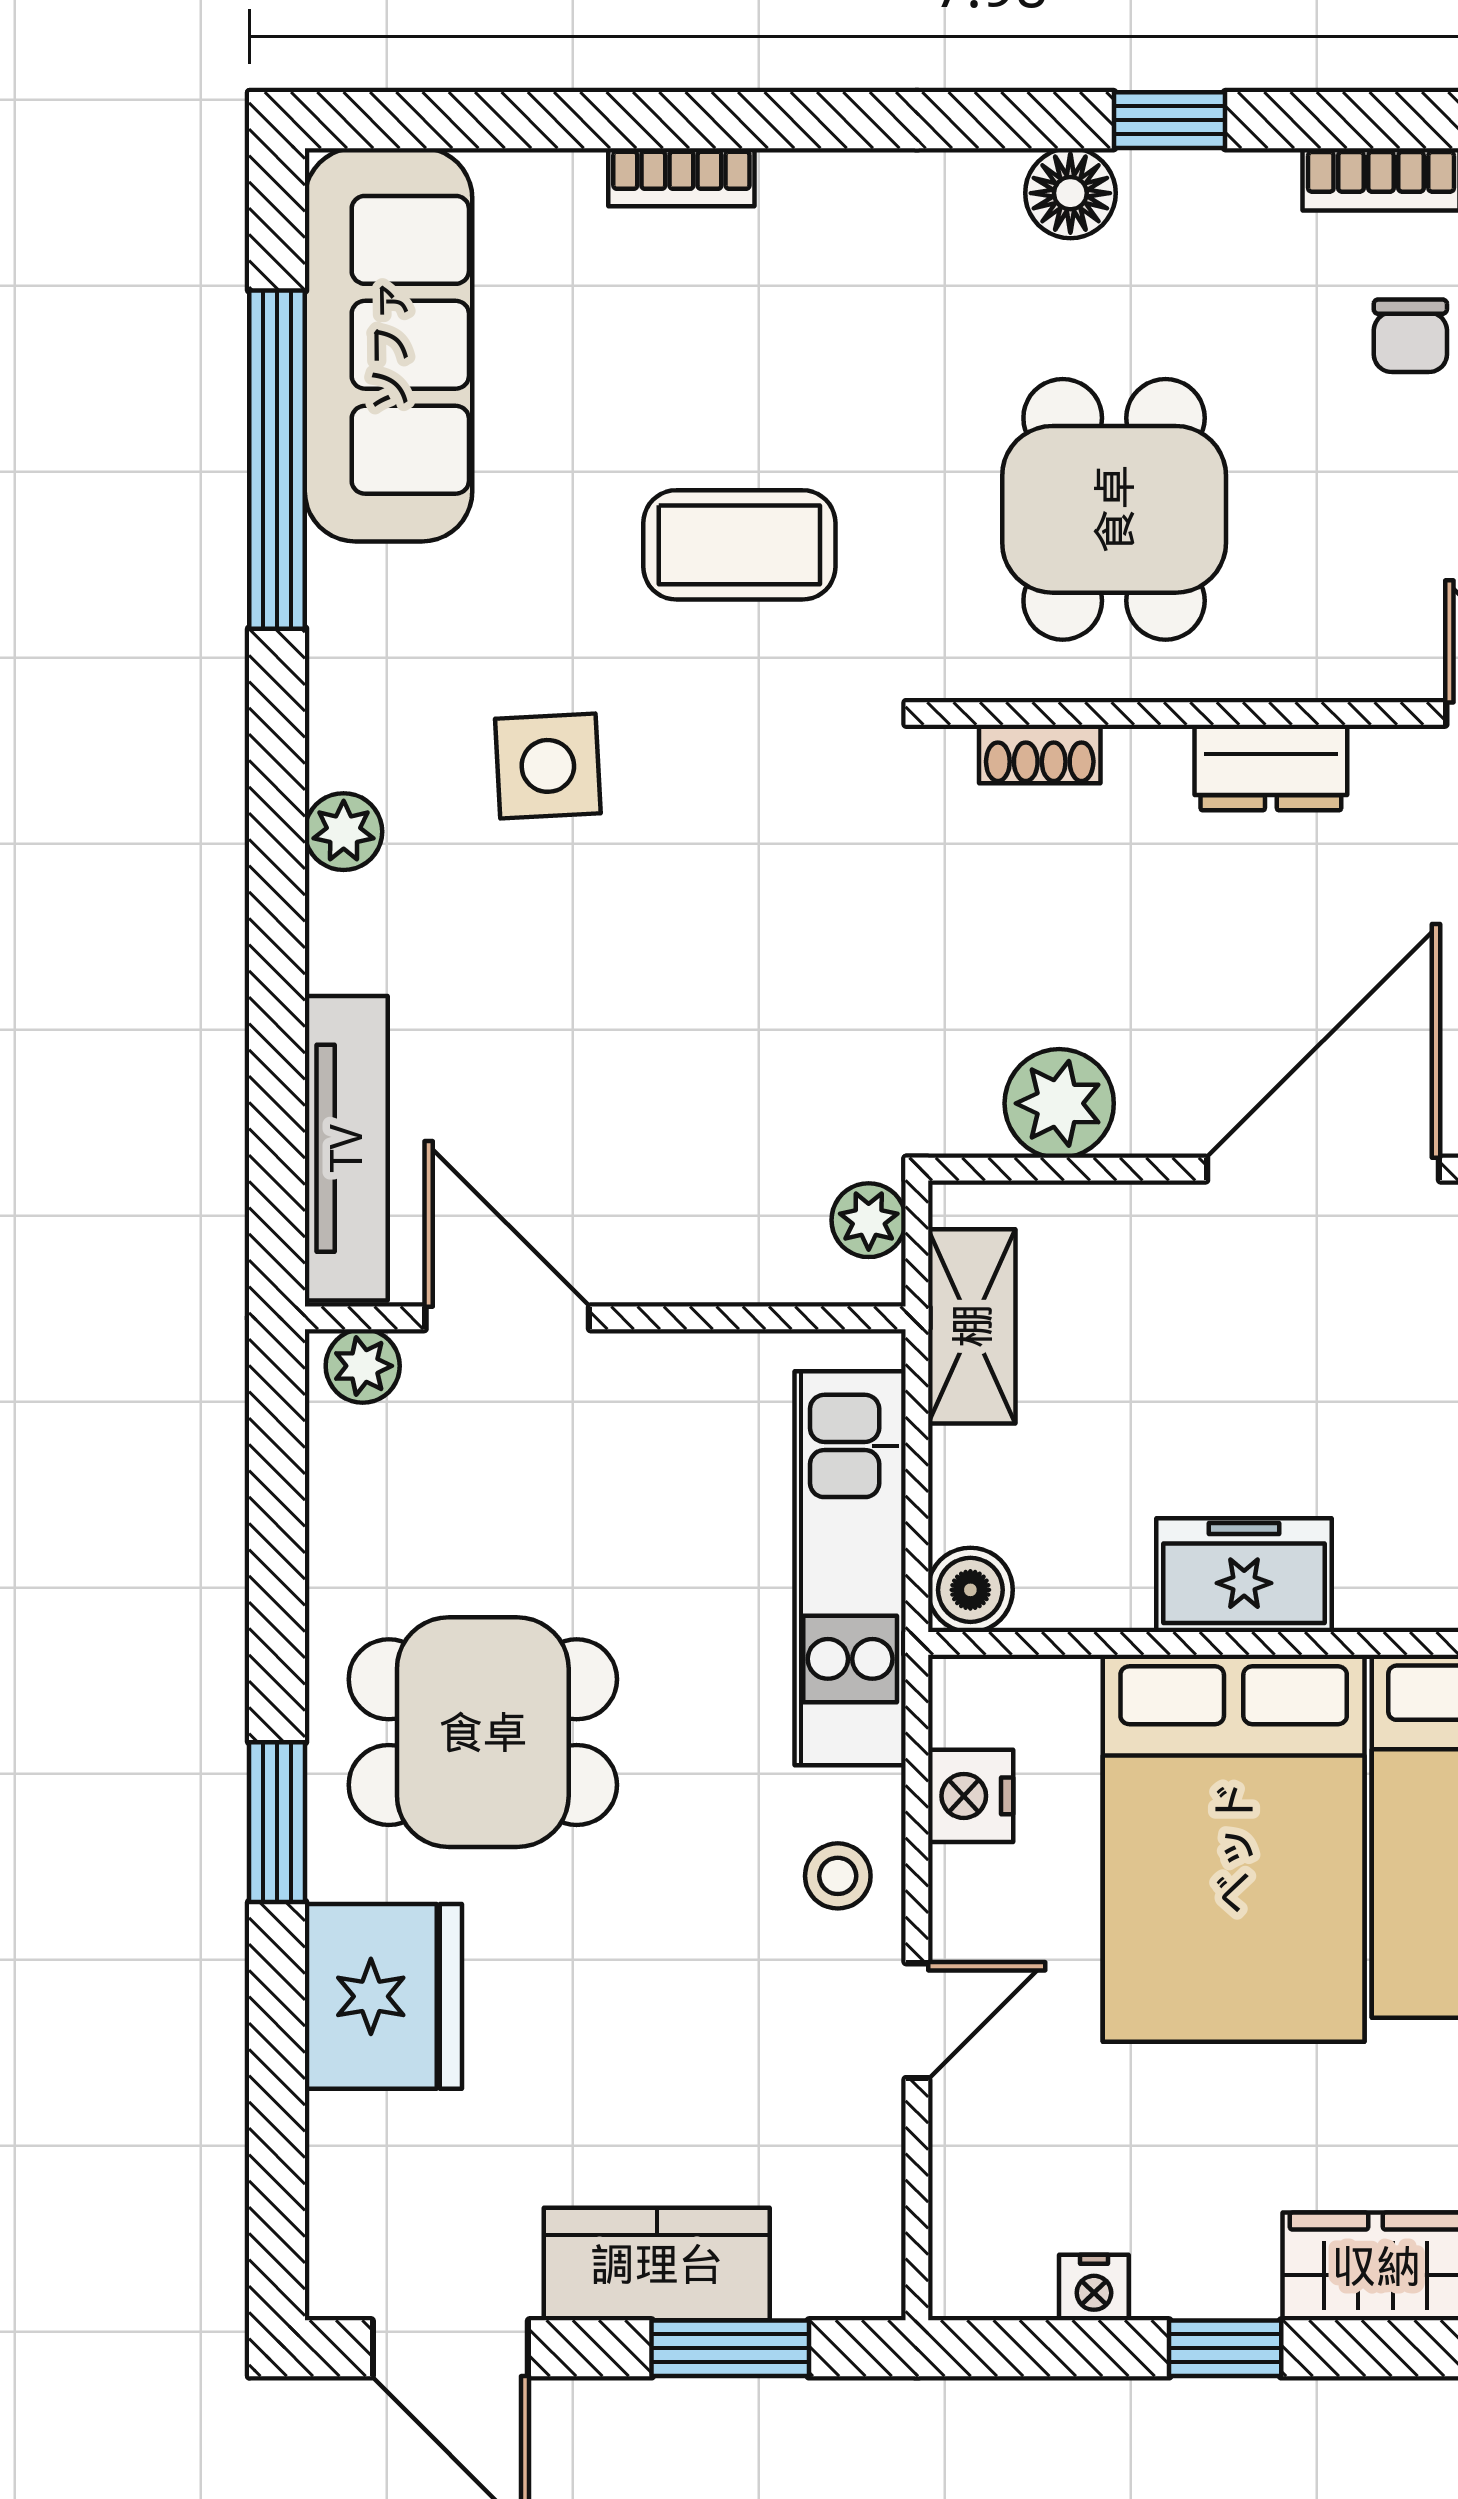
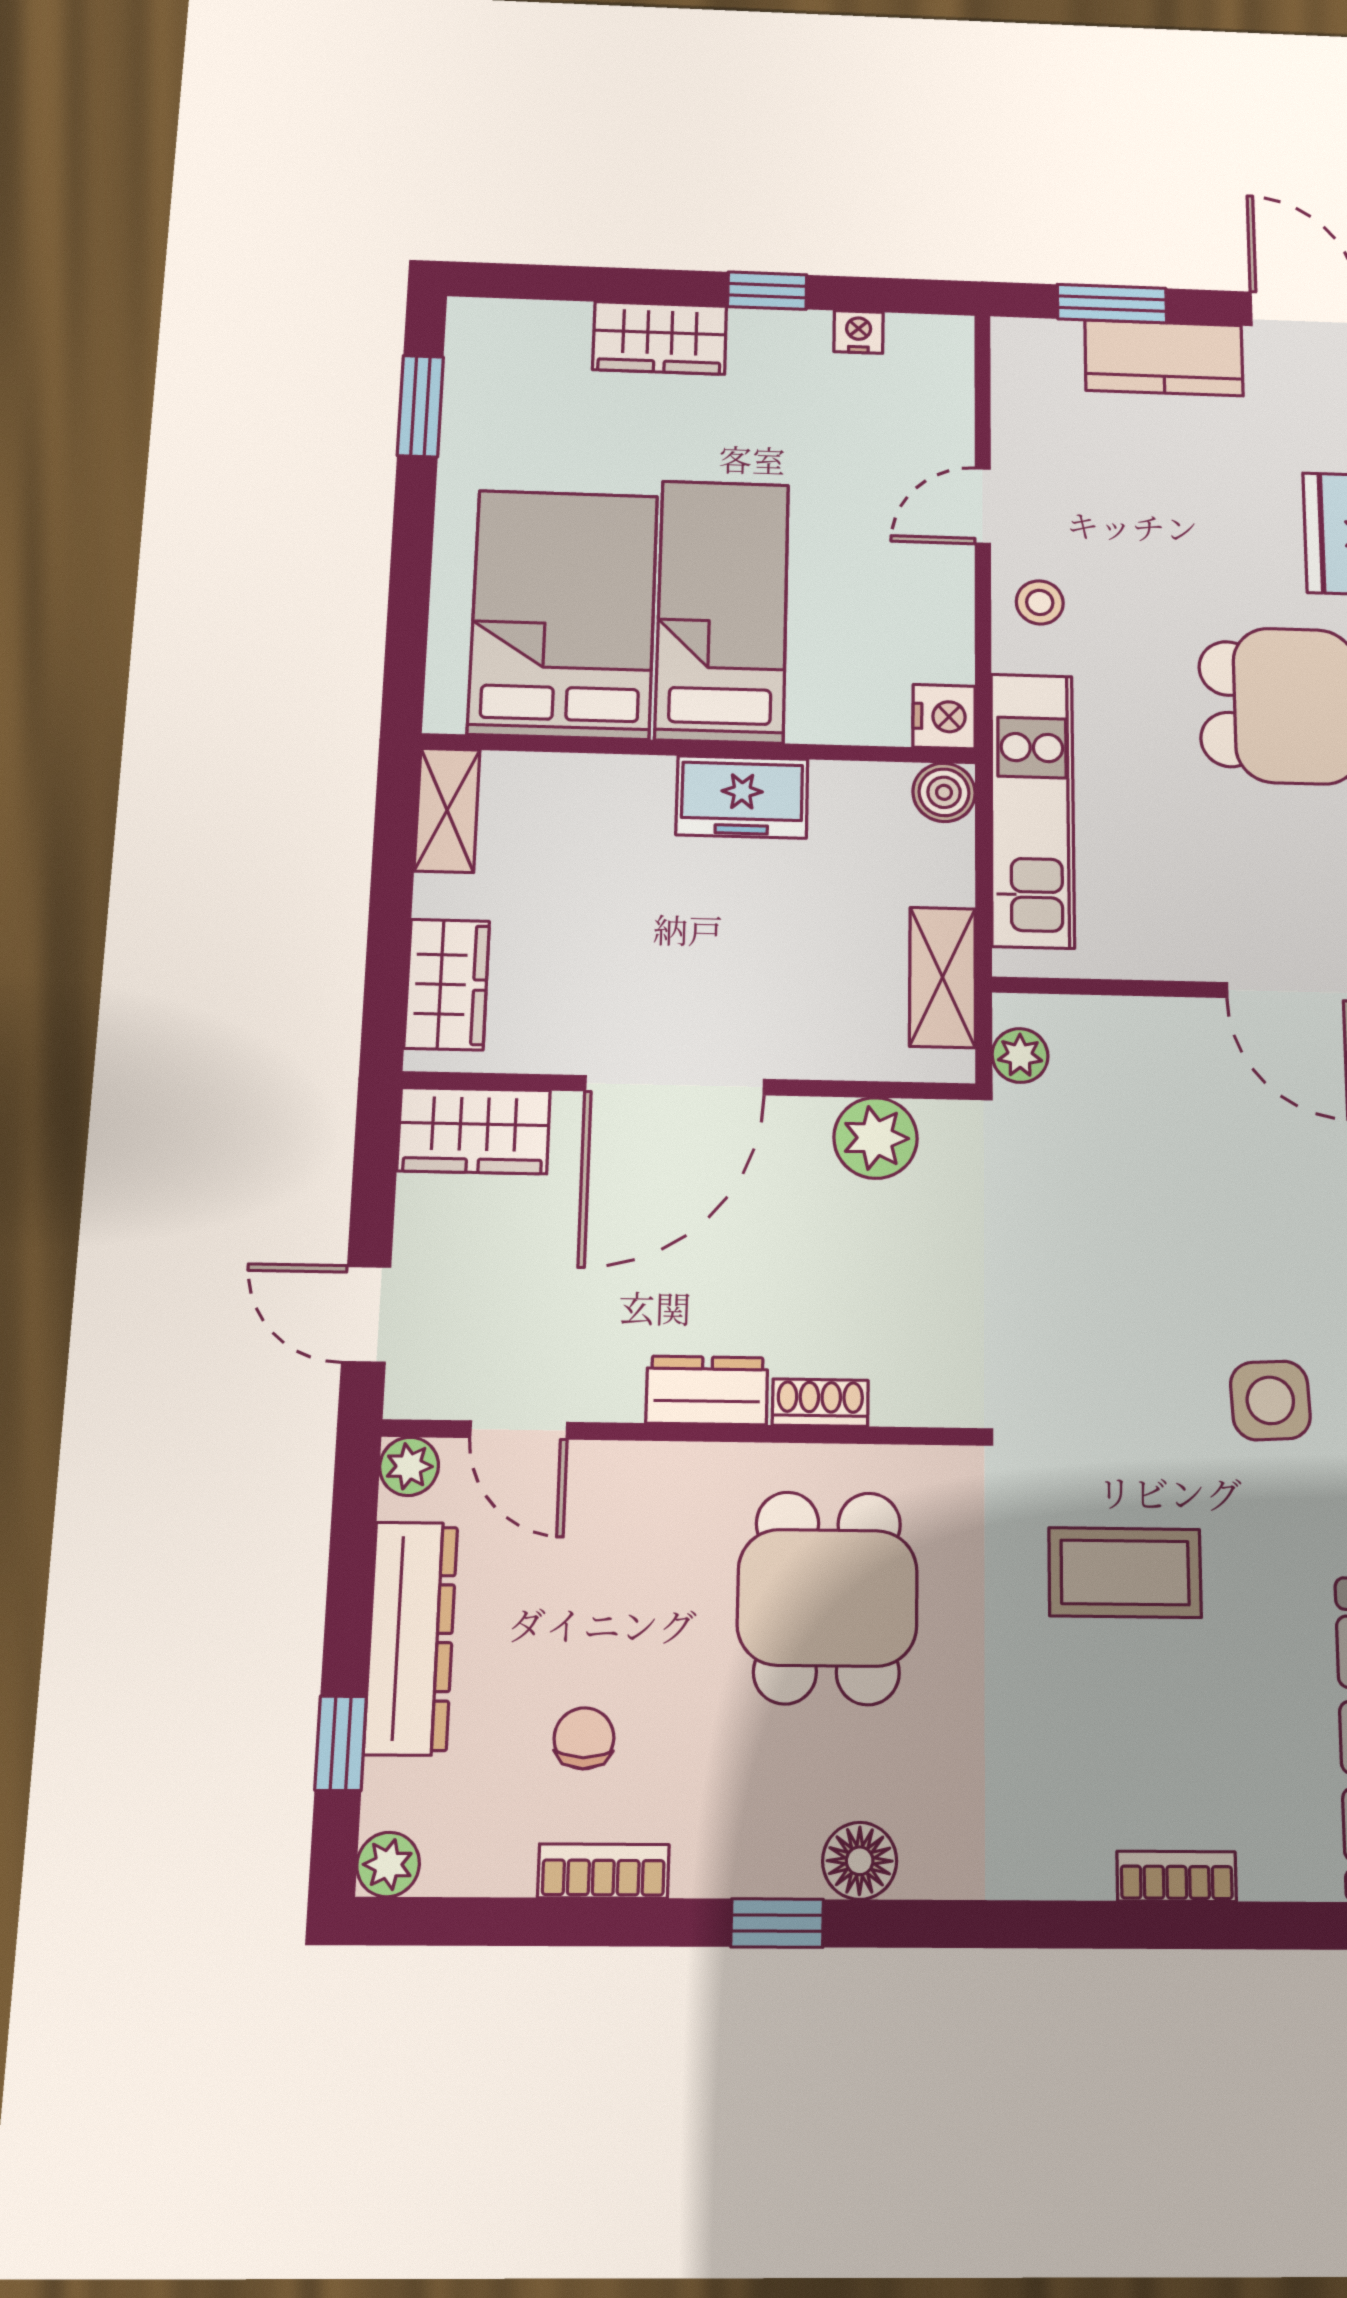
shoe rack: (1040, 754) -> (820, 1403), moved
nightstand: (971, 1796) -> (944, 717), moved
bed: (1234, 1848) -> (722, 611), width x0.67

